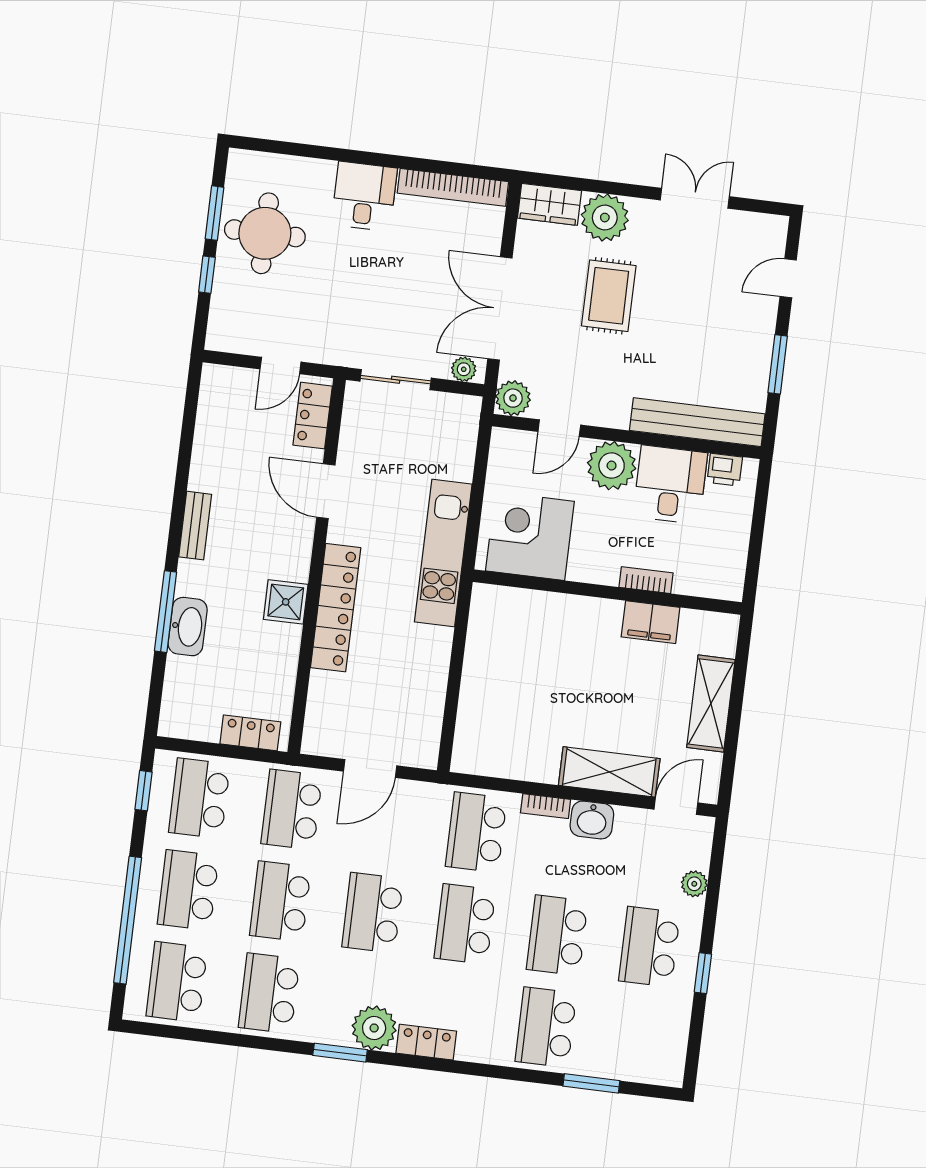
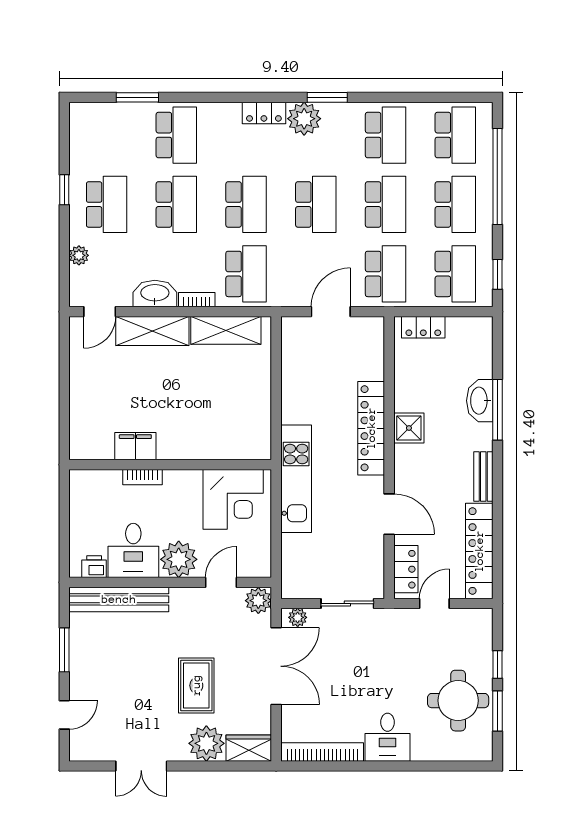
locker: (213, 428) -> (479, 551), added
shelving: (711, 703) -> (226, 330), moved, turned 90
washbasin: (592, 820) -> (155, 294), width x1.38

